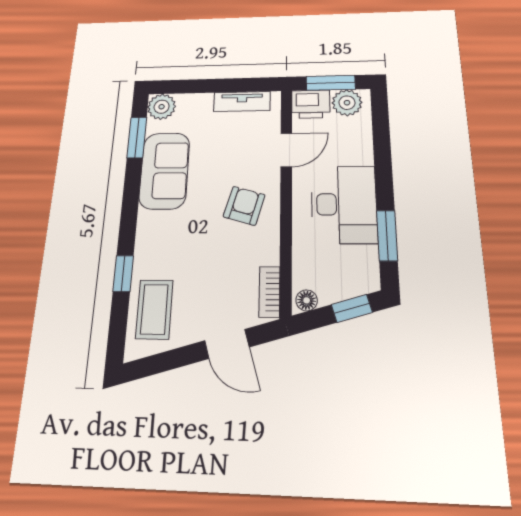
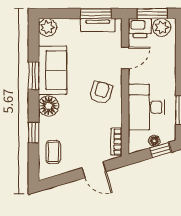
window: (239, 85) -> (96, 14), added
window: (137, 137) -> (34, 76), moved
desk: (344, 204) -> (147, 107), moved, turned 180
floor lamp: (153, 228) -> (49, 106), added
floor lamp: (307, 300) -> (154, 141), moved
coffee table: (154, 309) -> (53, 152), width x0.73, depth x0.77

